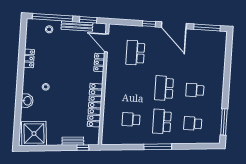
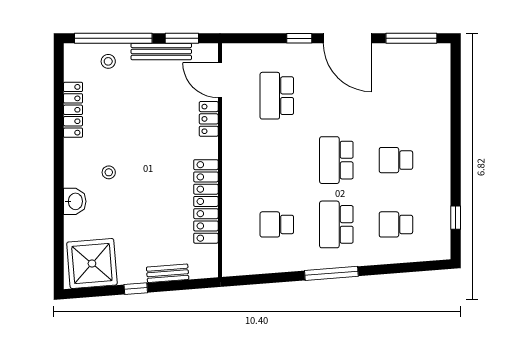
locker: (29, 58) -> (73, 110), width x1.53
window: (224, 122) -> (456, 218), width x0.46
window: (83, 148) -> (136, 289), moved

